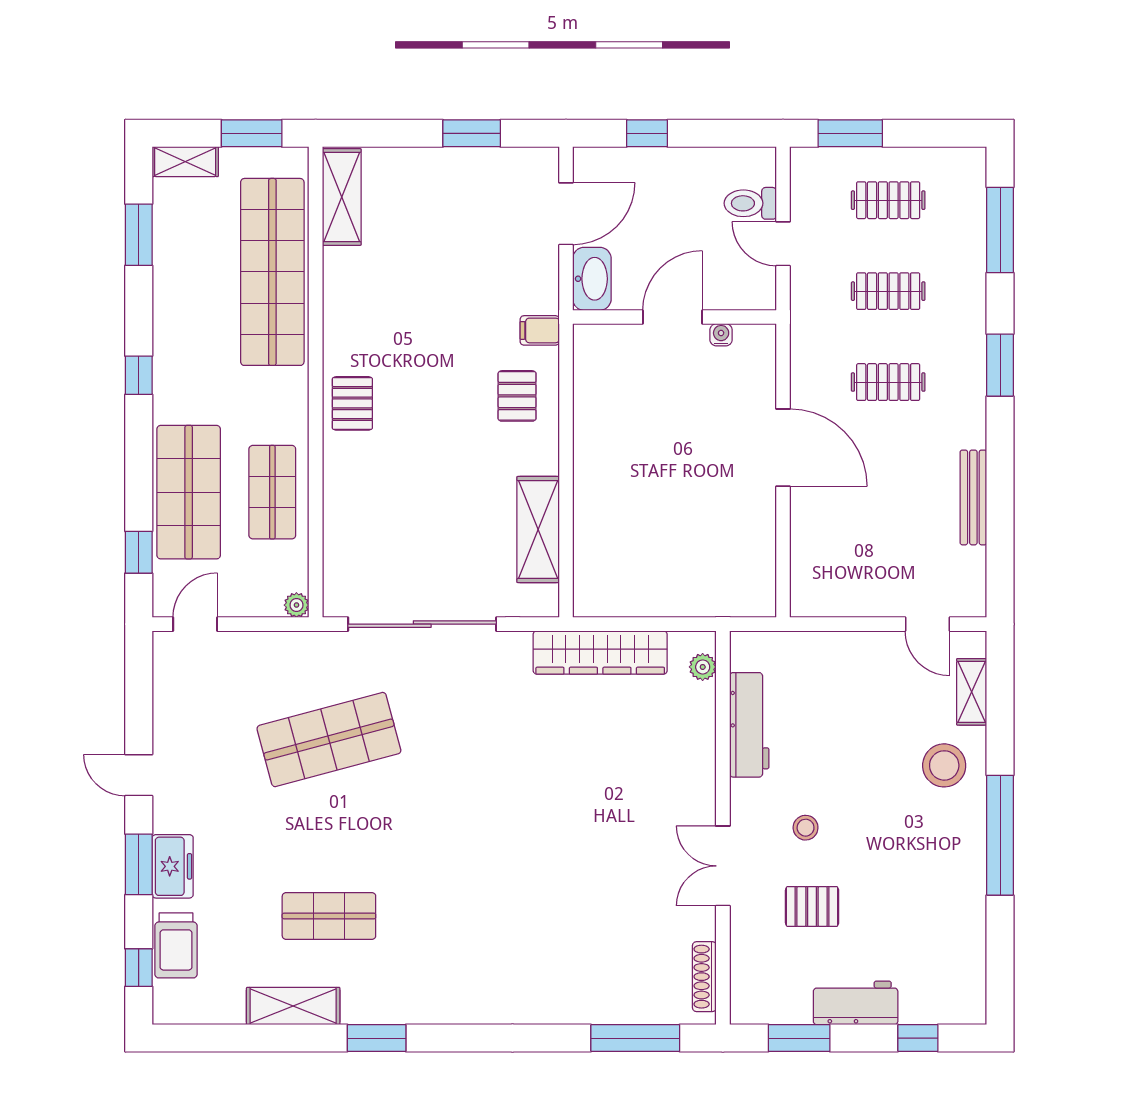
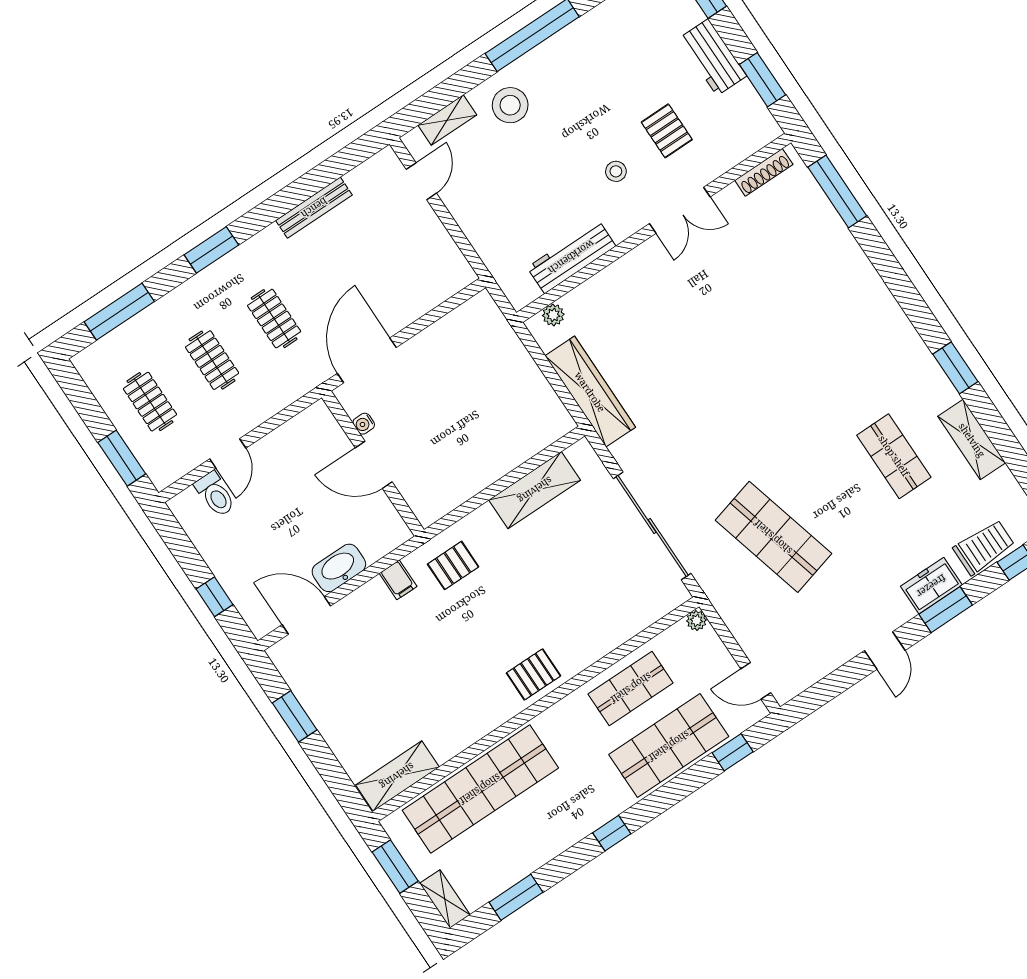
door: (673, 317) -> (374, 465), moved
wall: (675, 317) -> (373, 464), moved
water cooler: (721, 335) -> (364, 424), moved

